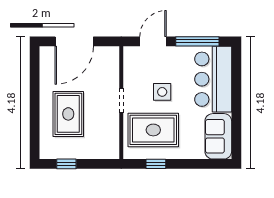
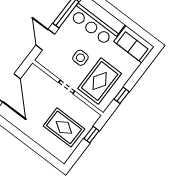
rug: (68, 114) -> (64, 127), moved
window: (66, 164) -> (92, 135), moved

